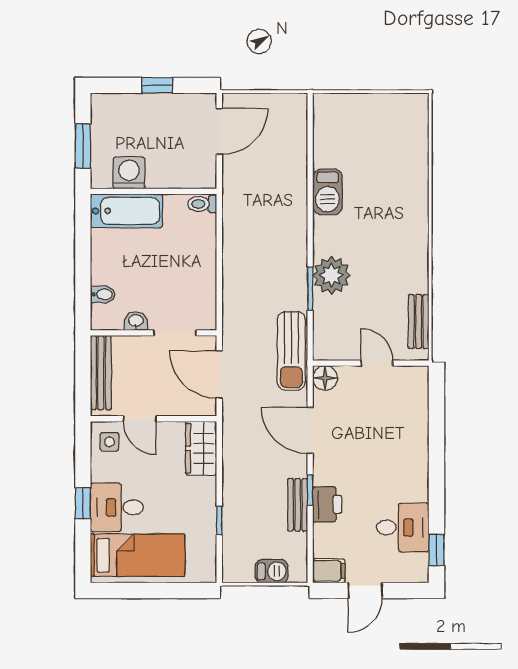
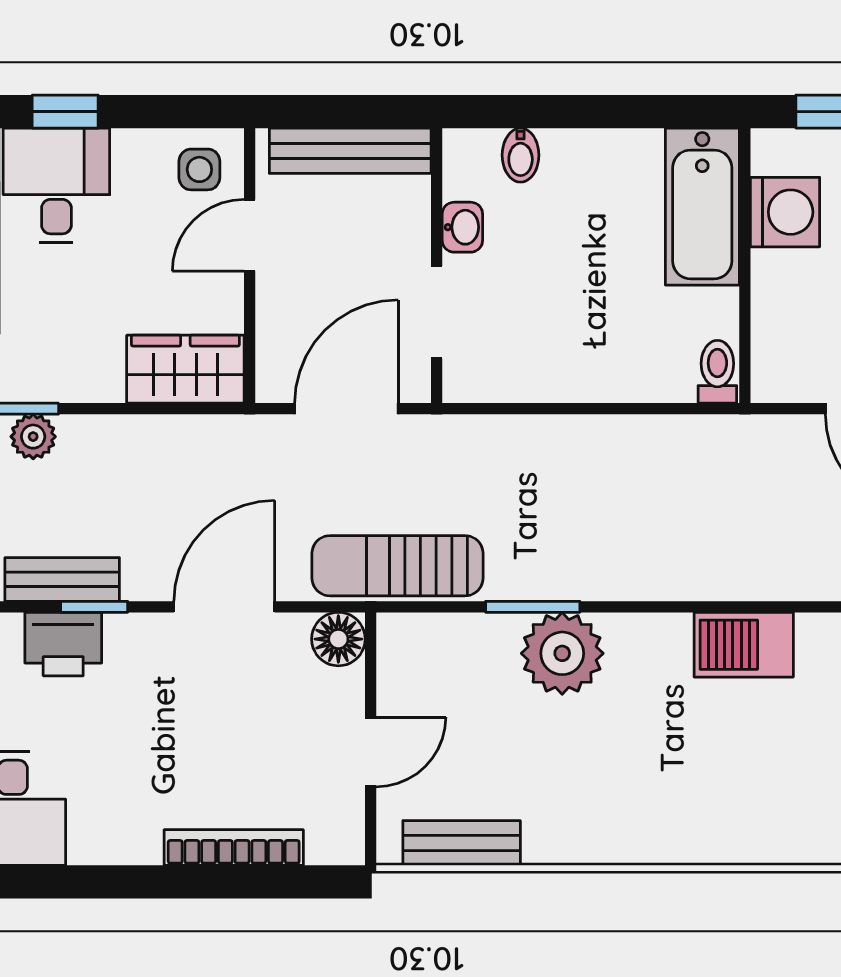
bookcase: (421, 426) -> (234, 848), added
plant: (232, 518) -> (33, 437), added

